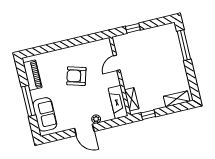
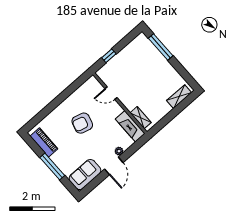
door: (117, 63) -> (111, 93), hinge flipped
sofa: (45, 114) -> (85, 175), moved, turned -90
window: (148, 115) -> (162, 123), removed
door: (84, 130) -> (114, 166), hinge flipped

